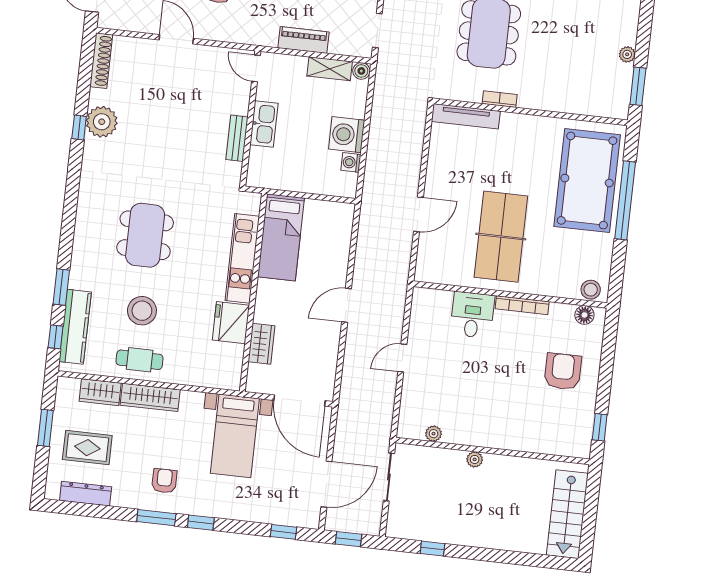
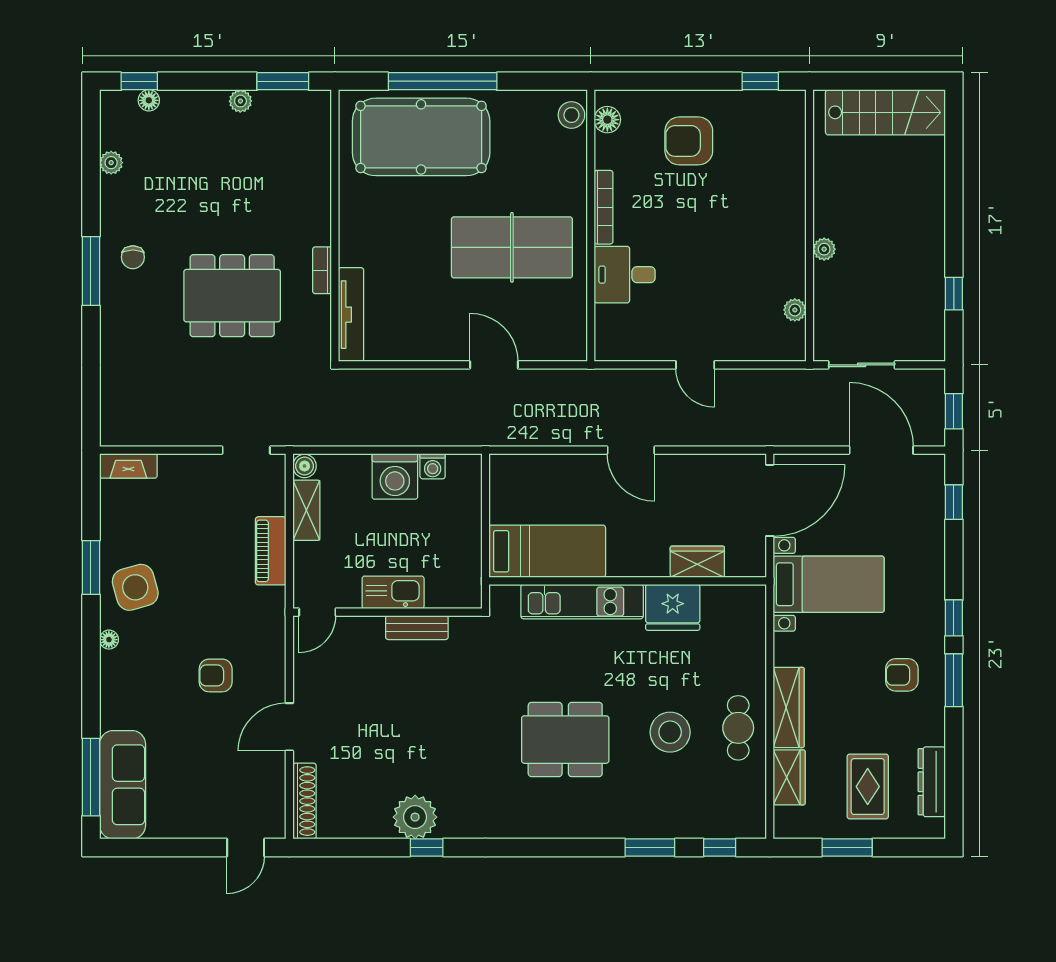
shoe rack: (101, 61) -> (304, 801), moved, turned 90
kitchen counter: (75, 327) -> (703, 822), removed

